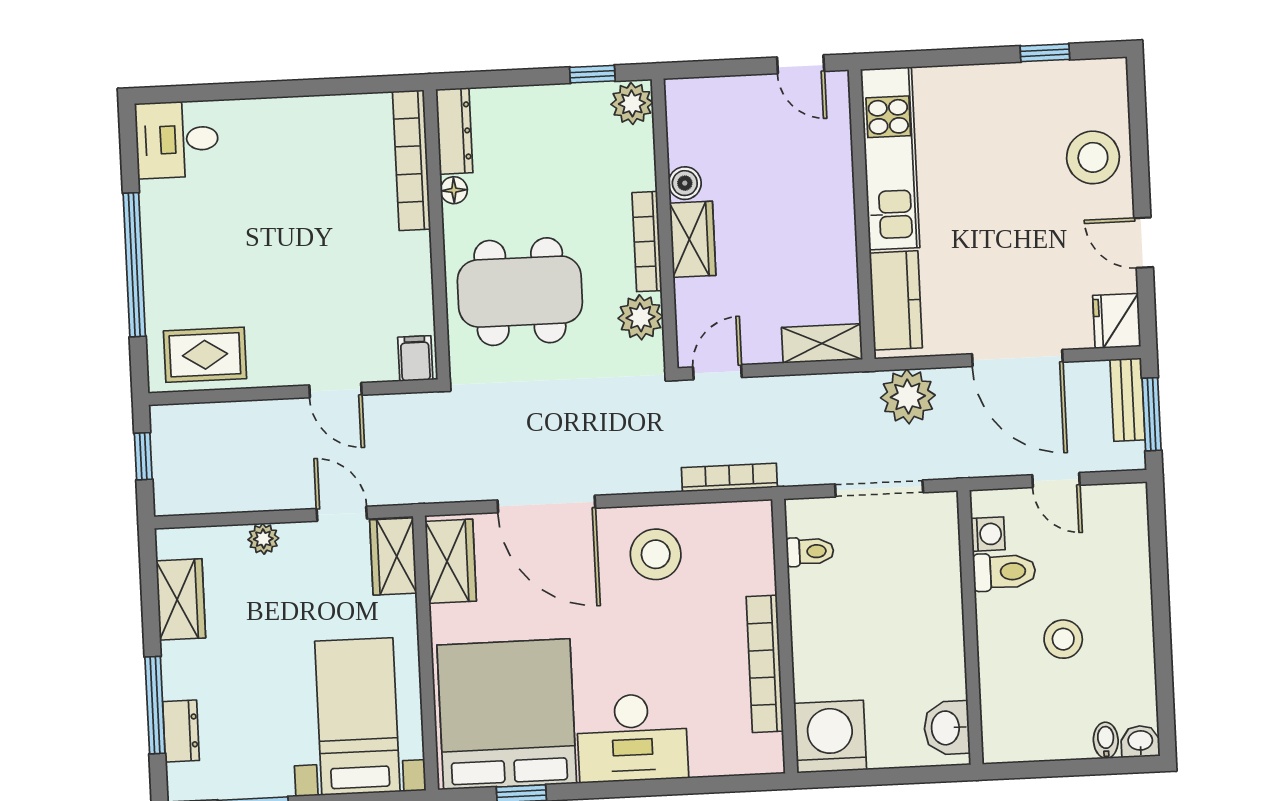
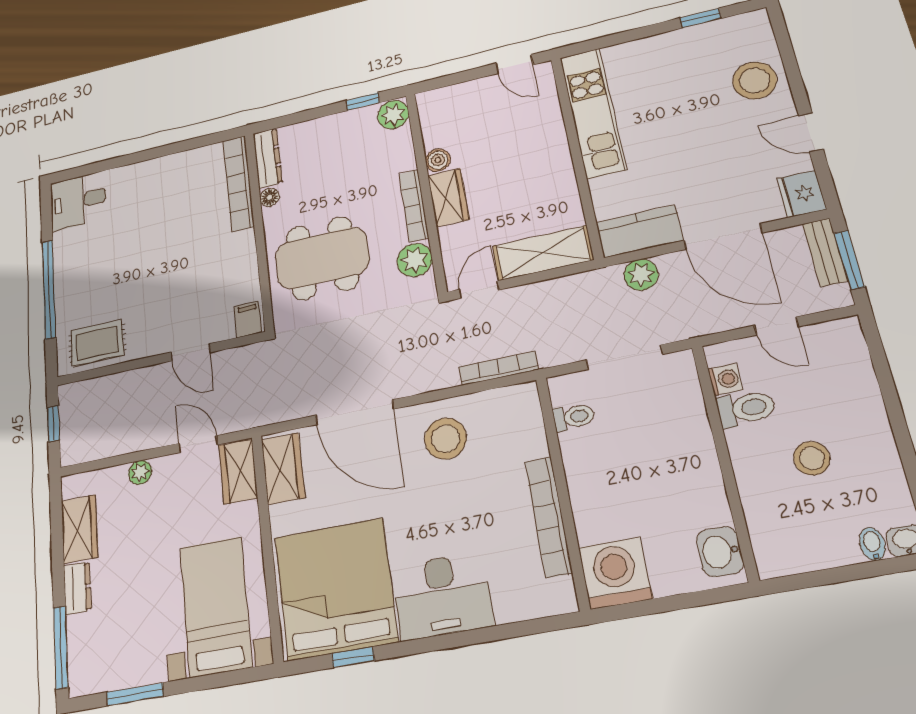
kitchen counter: (896, 300) -> (639, 231), moved, turned -90
shelving: (822, 343) -> (543, 253), width x1.50, depth x1.33
plant: (908, 396) -> (641, 275), width x0.73, depth x0.73
window: (155, 705) -> (61, 647), moved
dresser: (181, 731) -> (77, 588), moved

